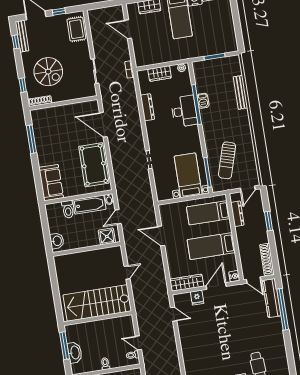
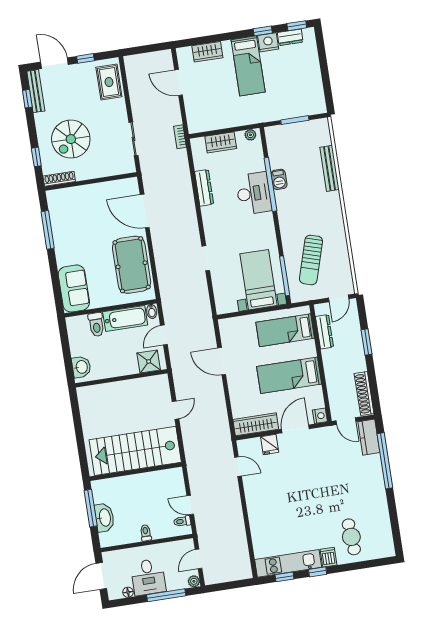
spiral stairs: (48, 72) -> (71, 139), turned 90
kitchen counter: (272, 298) -> (369, 437), width x0.67

